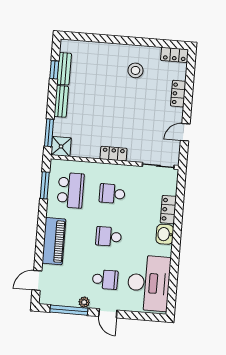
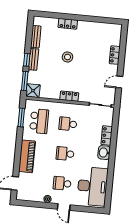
locker: (175, 55) -> (68, 24), moved
window: (54, 70) -> (27, 60), moved
stool: (135, 70) -> (67, 57), moved
school desk: (105, 279) -> (62, 183), turned 180
window: (69, 310) -> (37, 204), removed

